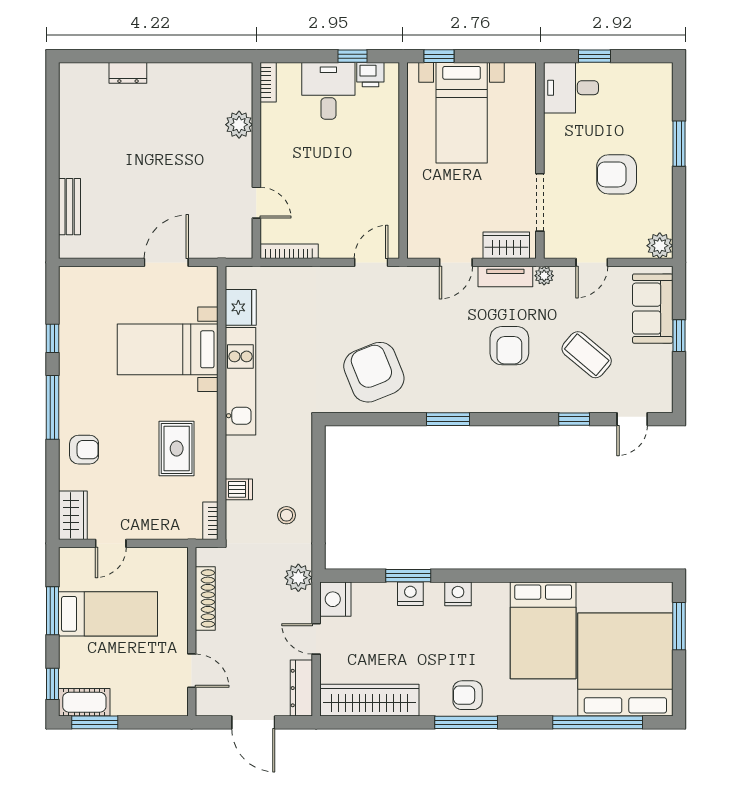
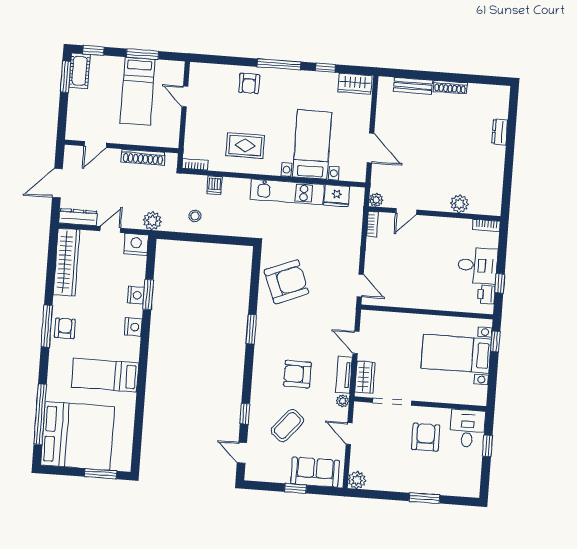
shoe rack: (67, 151) -> (450, 87), added
armchair: (617, 174) -> (426, 437), moved
plant: (243, 249) -> (376, 200), added
bookcase: (289, 251) -> (372, 224), width x0.64
wardrobe: (73, 515) -> (355, 84), moved
bed: (543, 630) -> (105, 375), width x0.67

